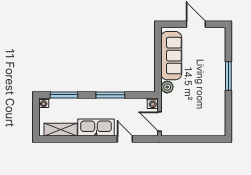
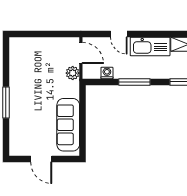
plant: (167, 87) -> (73, 73), moved
washing machine: (153, 103) -> (107, 73), moved

